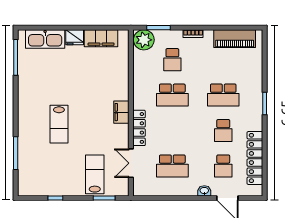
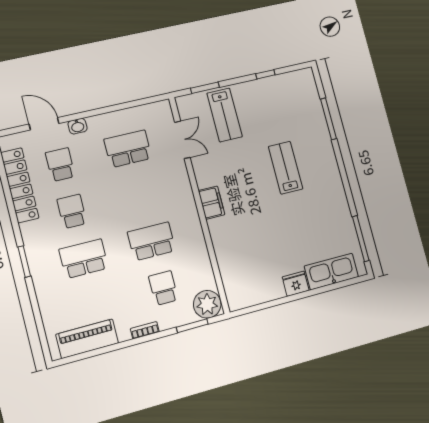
filing cabinet: (101, 38) -> (262, 292), removed
locker: (139, 128) -> (184, 188), removed

